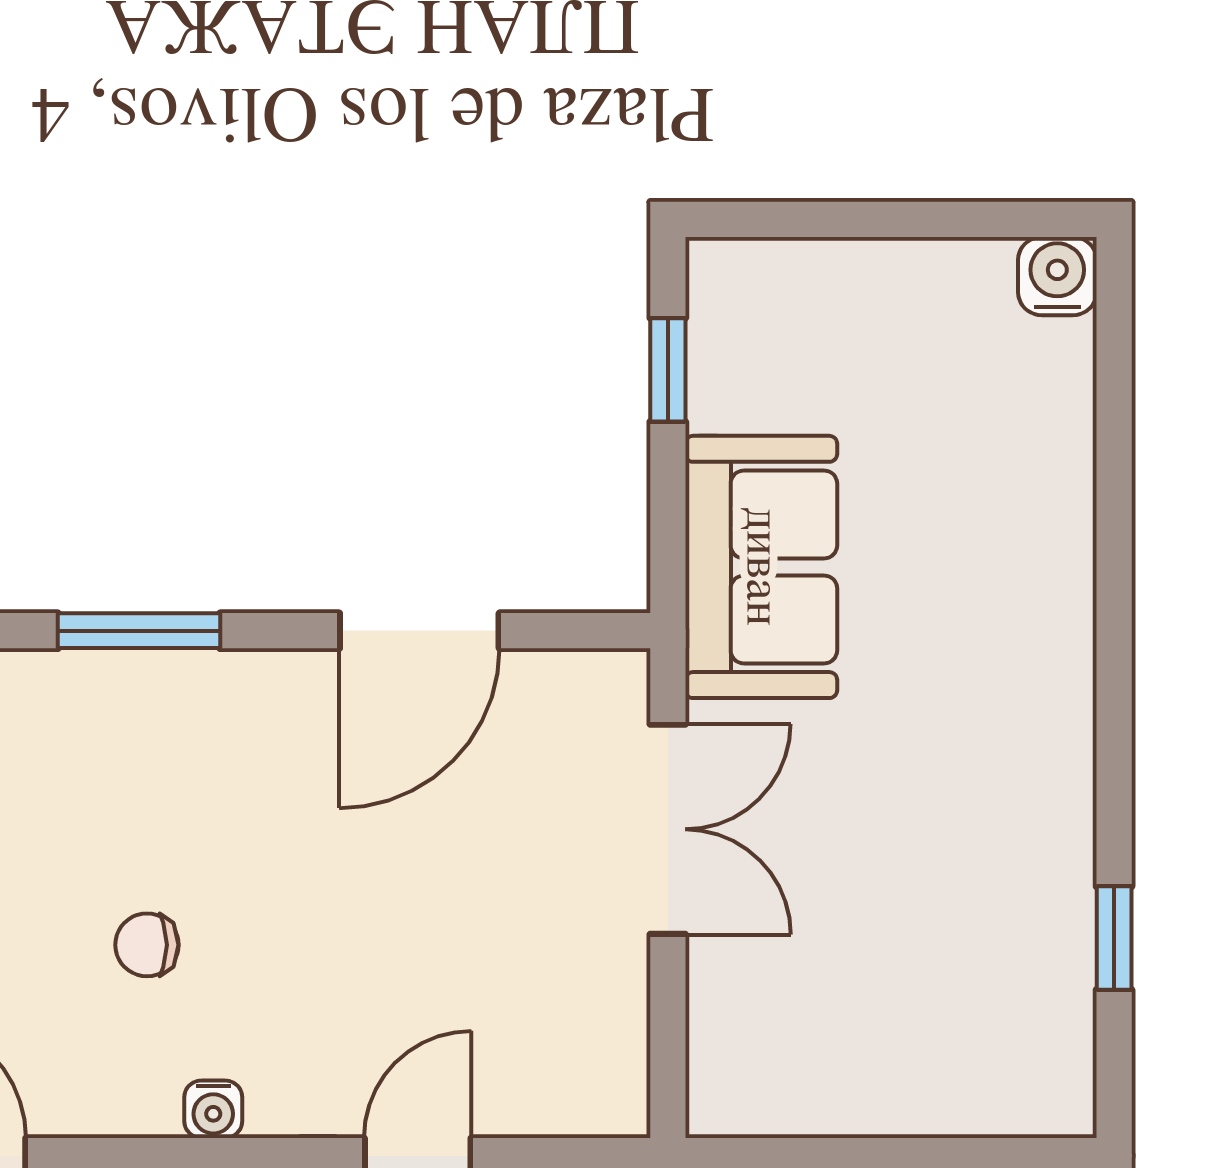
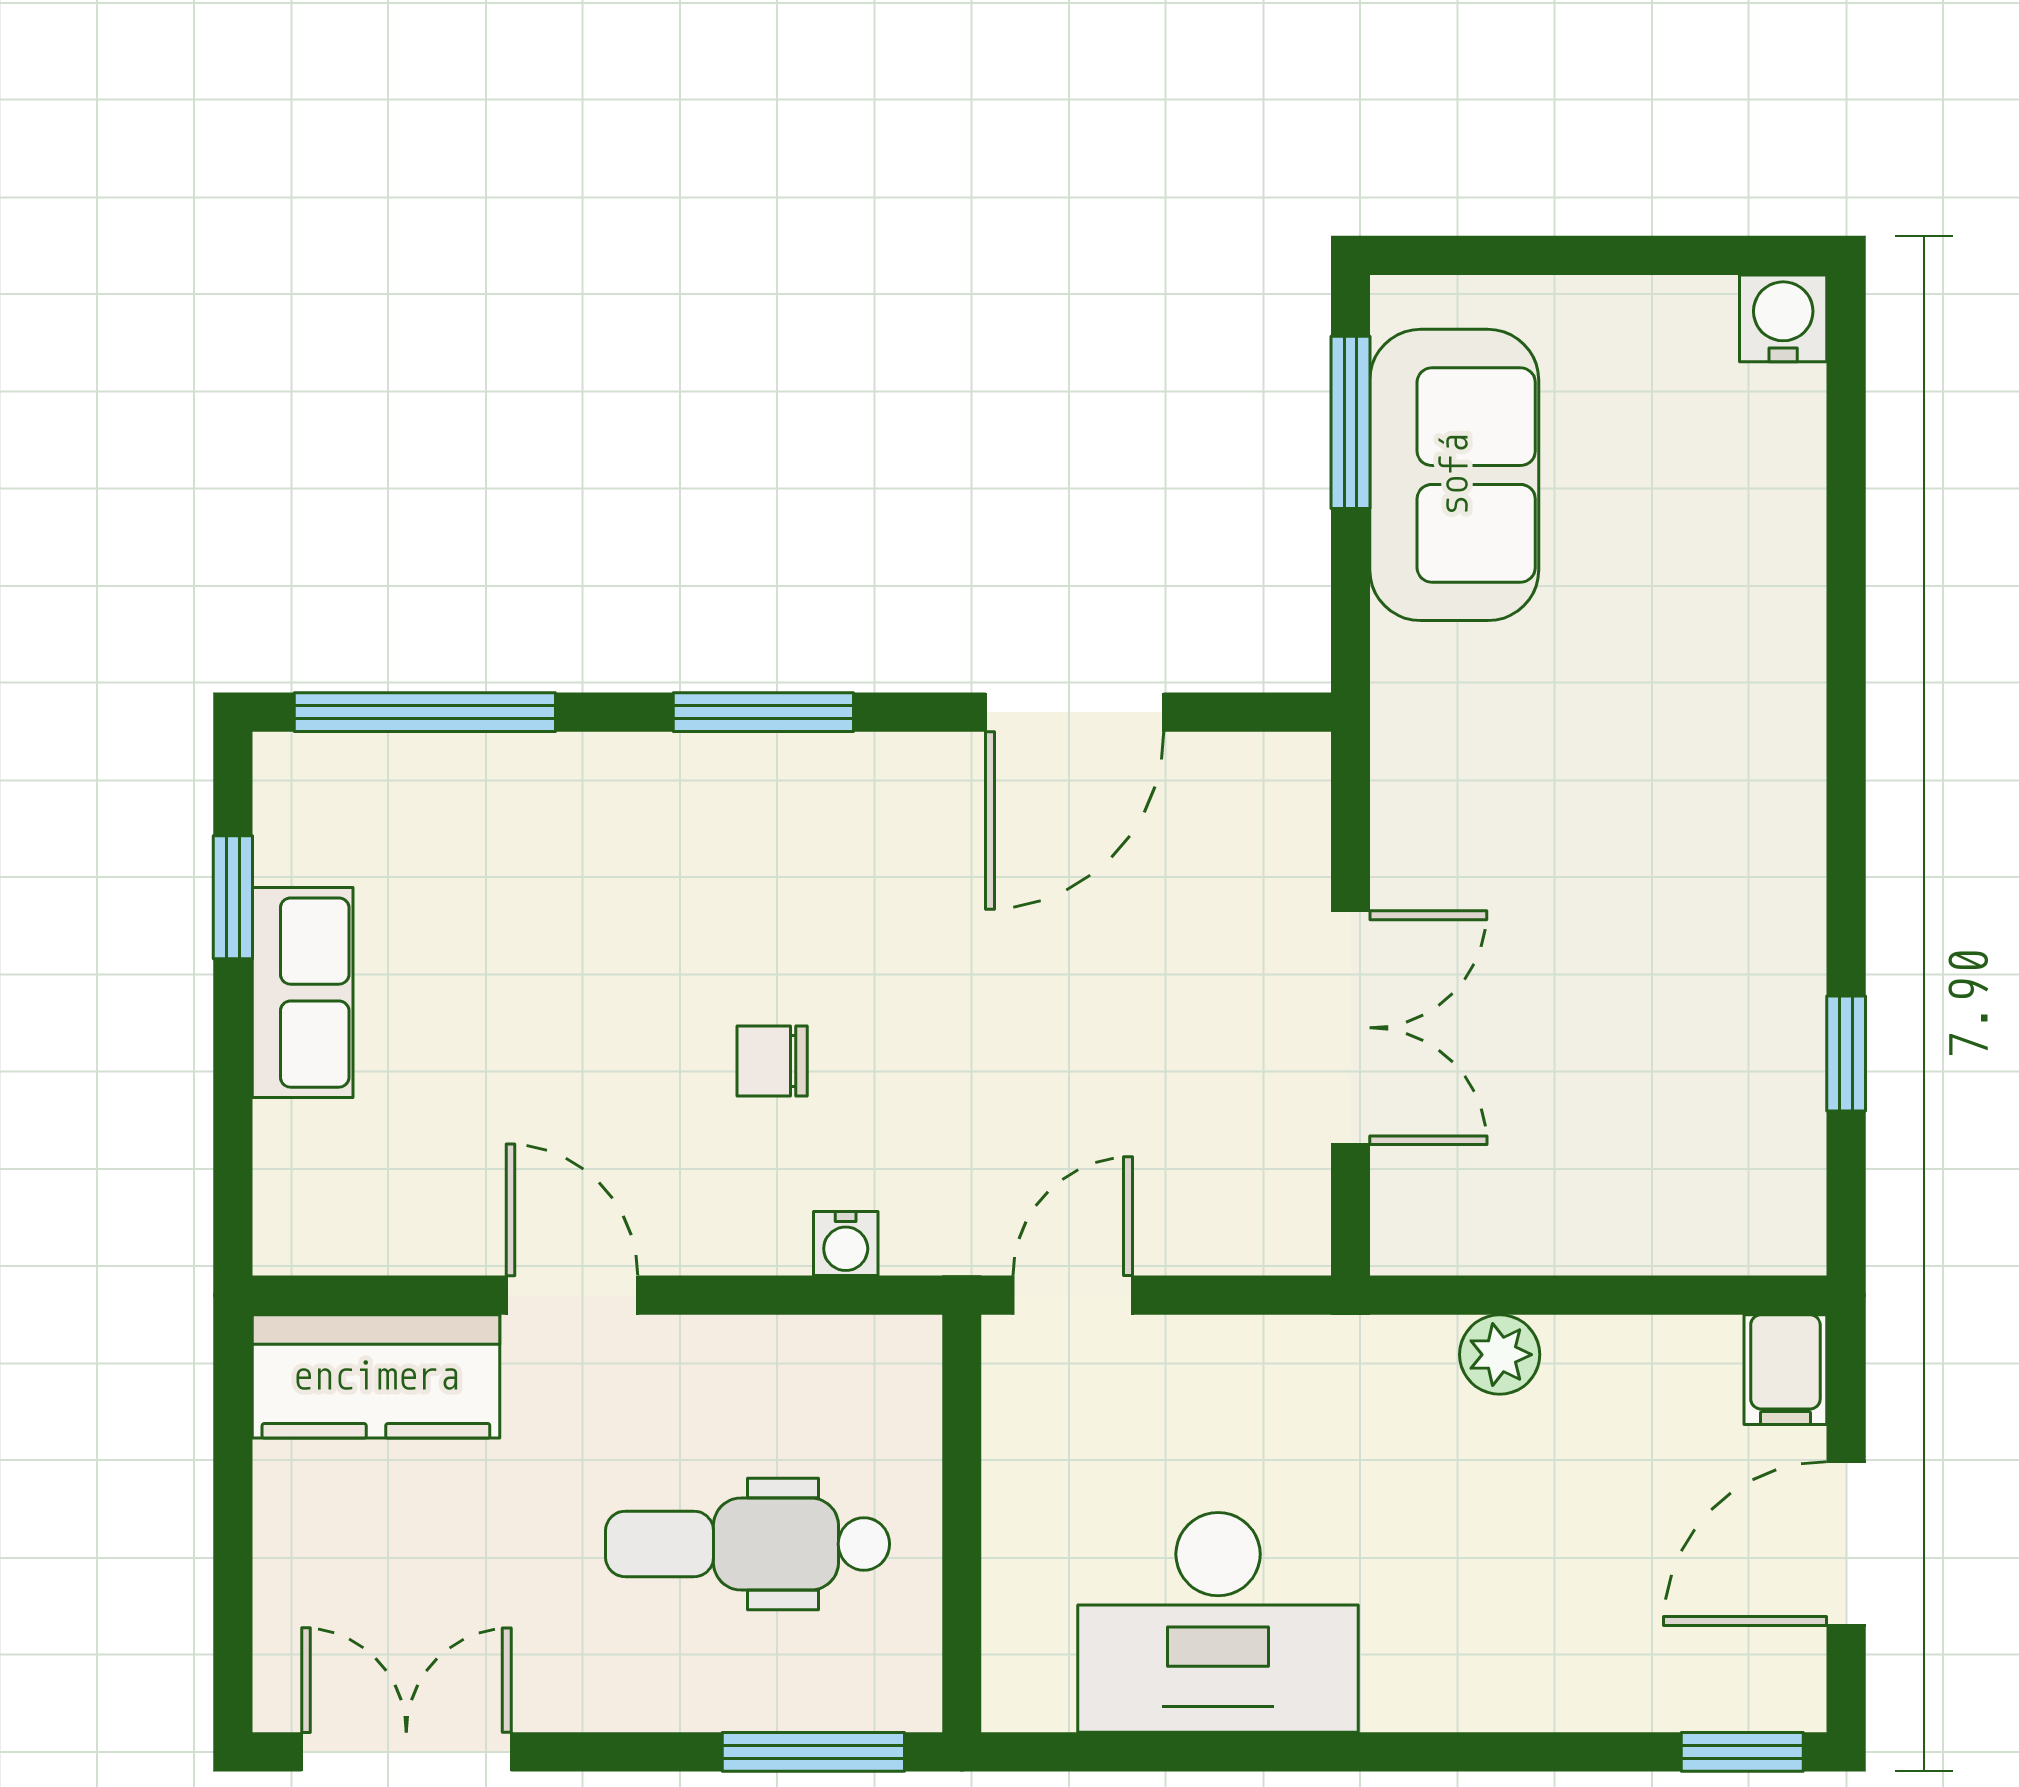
window: (668, 370) -> (1351, 422), width x1.50
sofa: (761, 567) -> (1454, 475), moved
double door: (668, 829) -> (1351, 1028), moved

